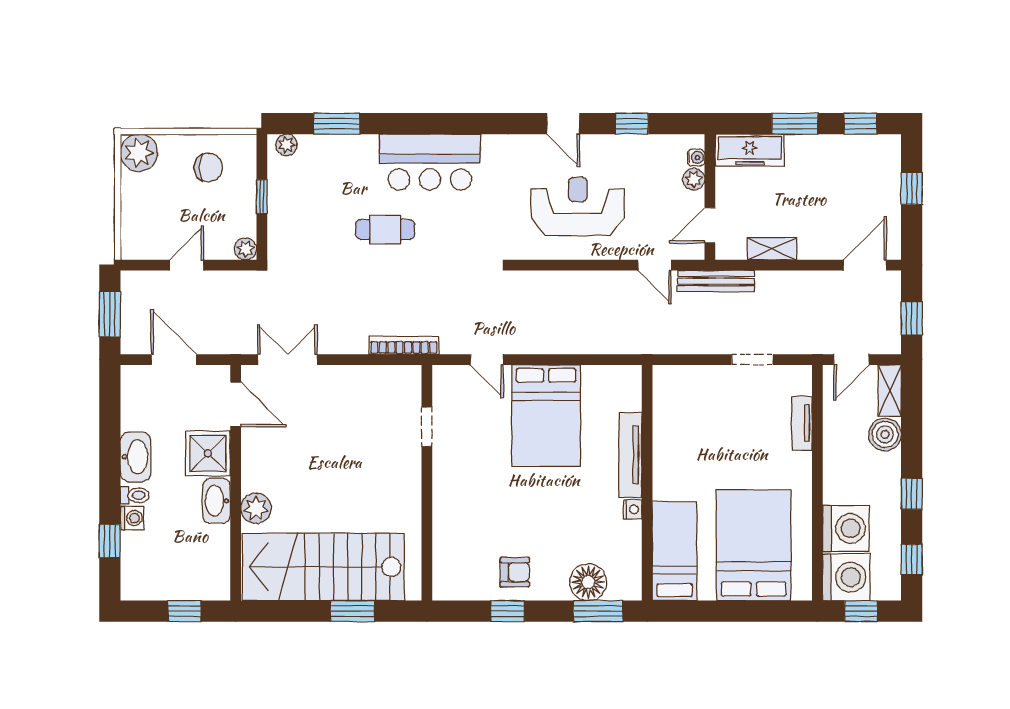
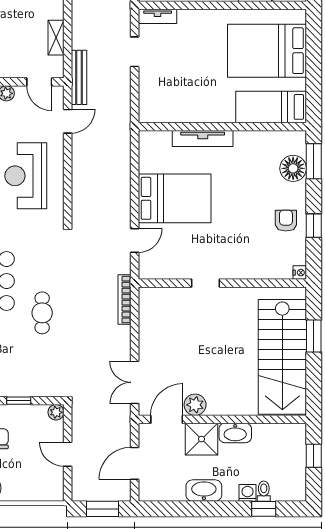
tv unit: (802, 423) -> (158, 16), moved
doorway: (427, 427) -> (205, 283), moved
toilet: (135, 495) -> (264, 491), moved
plant: (256, 508) -> (195, 405), moved
nightstand: (633, 509) -> (300, 273), moved, turned 90

